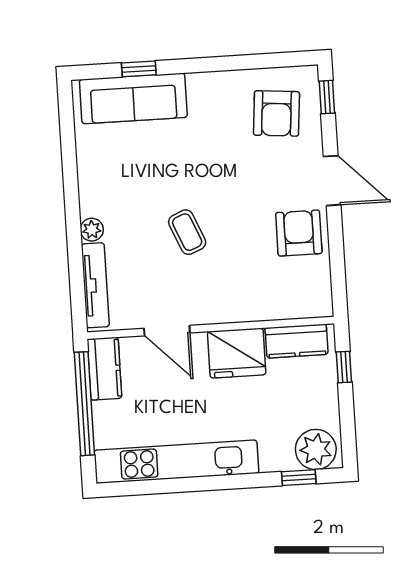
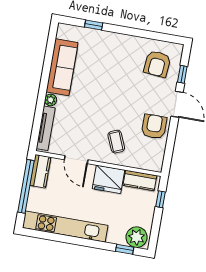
window: (327, 97) -> (182, 74), moved
sofa: (133, 98) -> (62, 67), moved, turned -90
coffee table: (187, 232) -> (116, 142), moved

